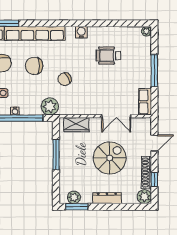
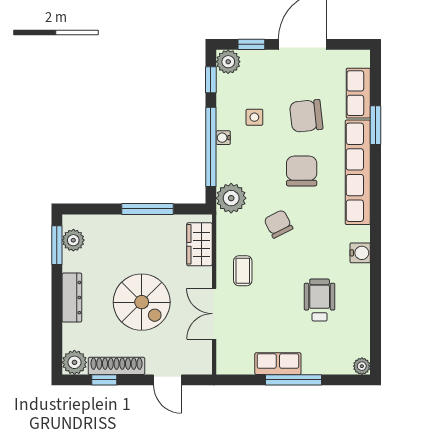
coffee table: (92, 100) -> (243, 271), added
row of seats: (145, 102) -> (278, 364), moved

